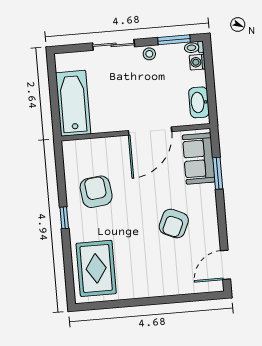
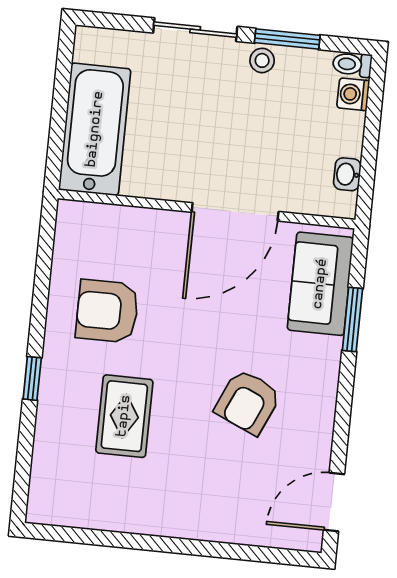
window: (174, 40) -> (287, 39), moved
washbasin: (199, 102) -> (347, 174), width x0.52, depth x0.69
armchair: (96, 192) -> (107, 311), turned -83
window: (64, 218) -> (32, 378), moved
rug: (96, 268) -> (124, 416), moved, width x0.73, depth x0.70

